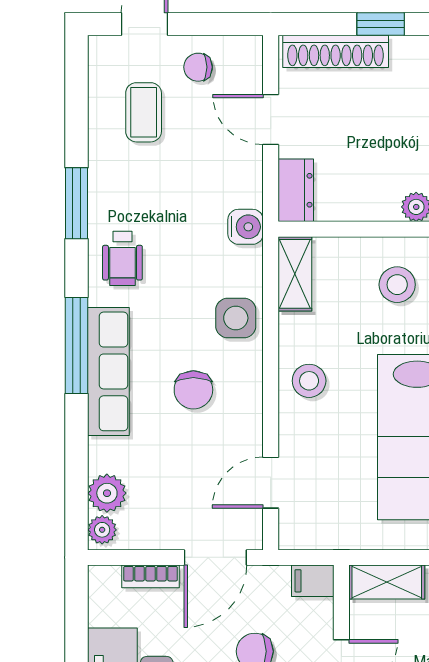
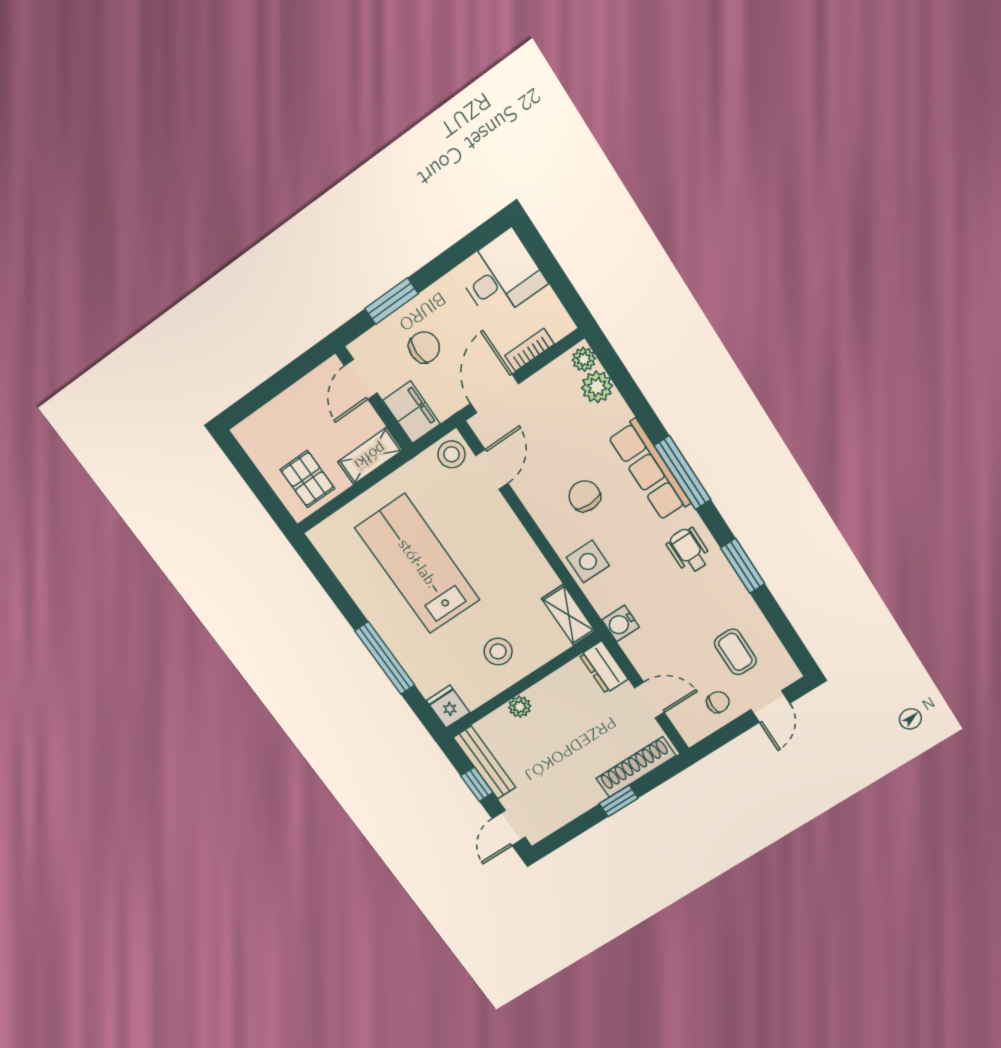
stool: (309, 381) -> (452, 454), moved
filing cabinet: (313, 581) -> (411, 412), width x2.00

